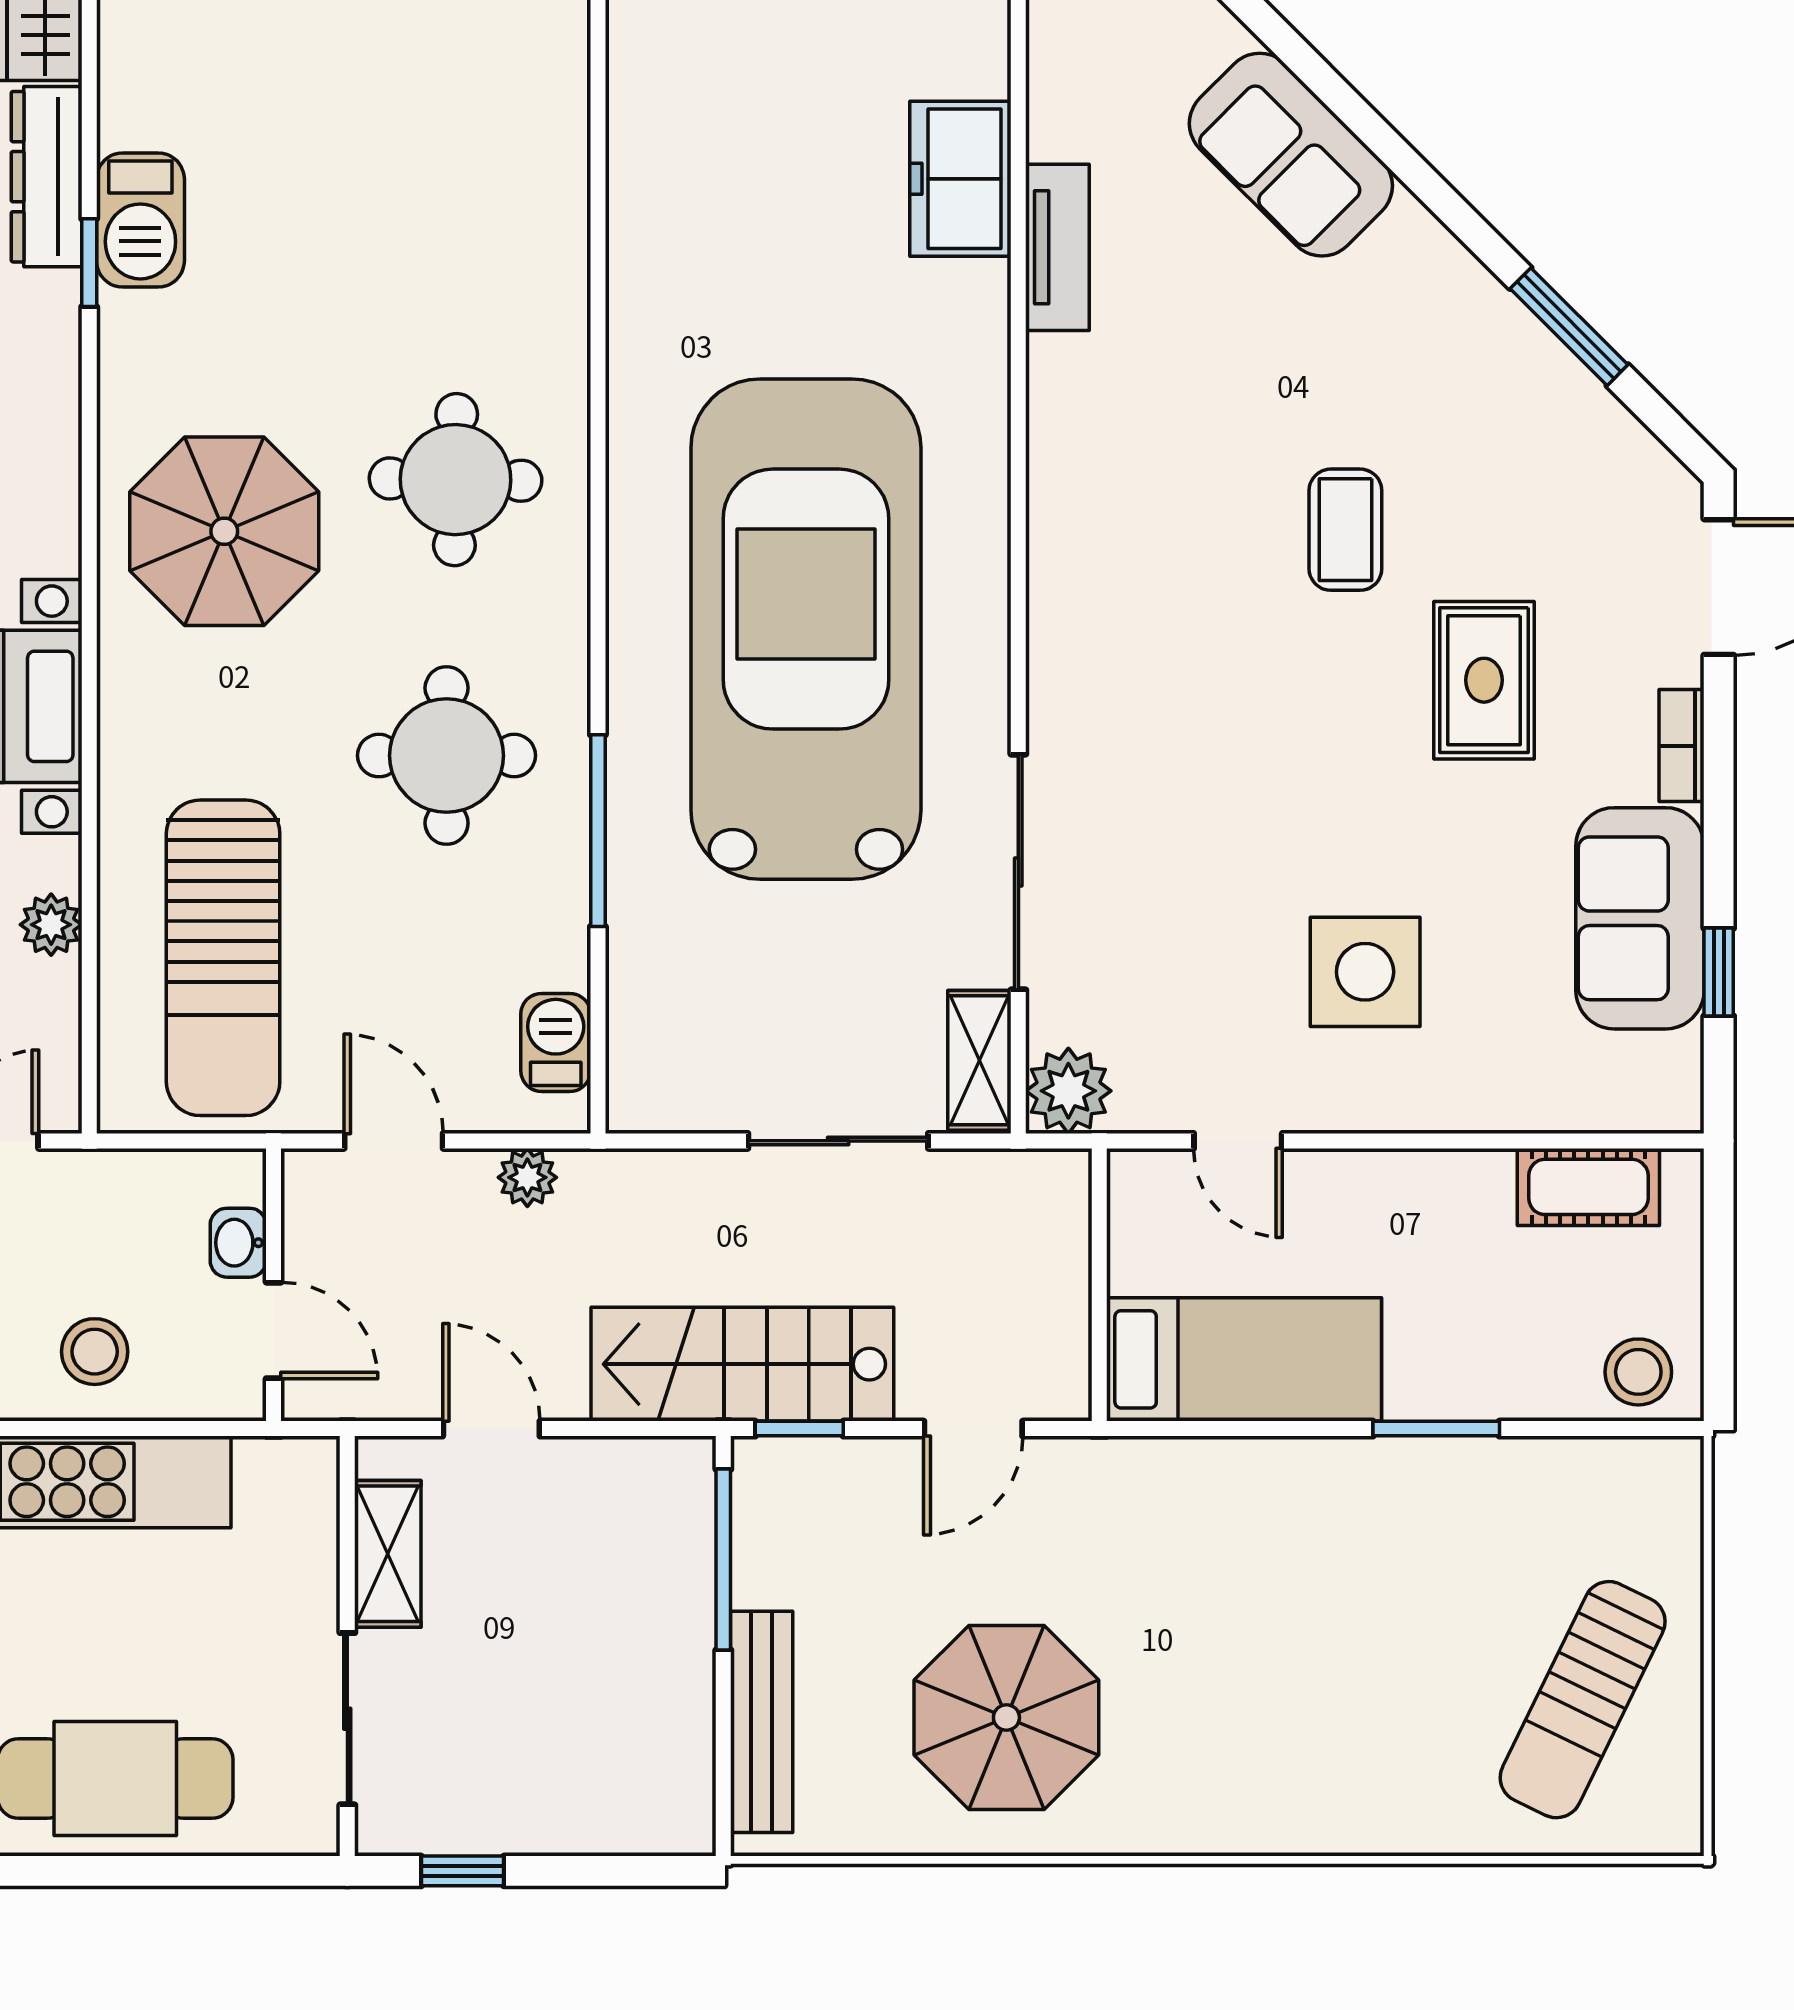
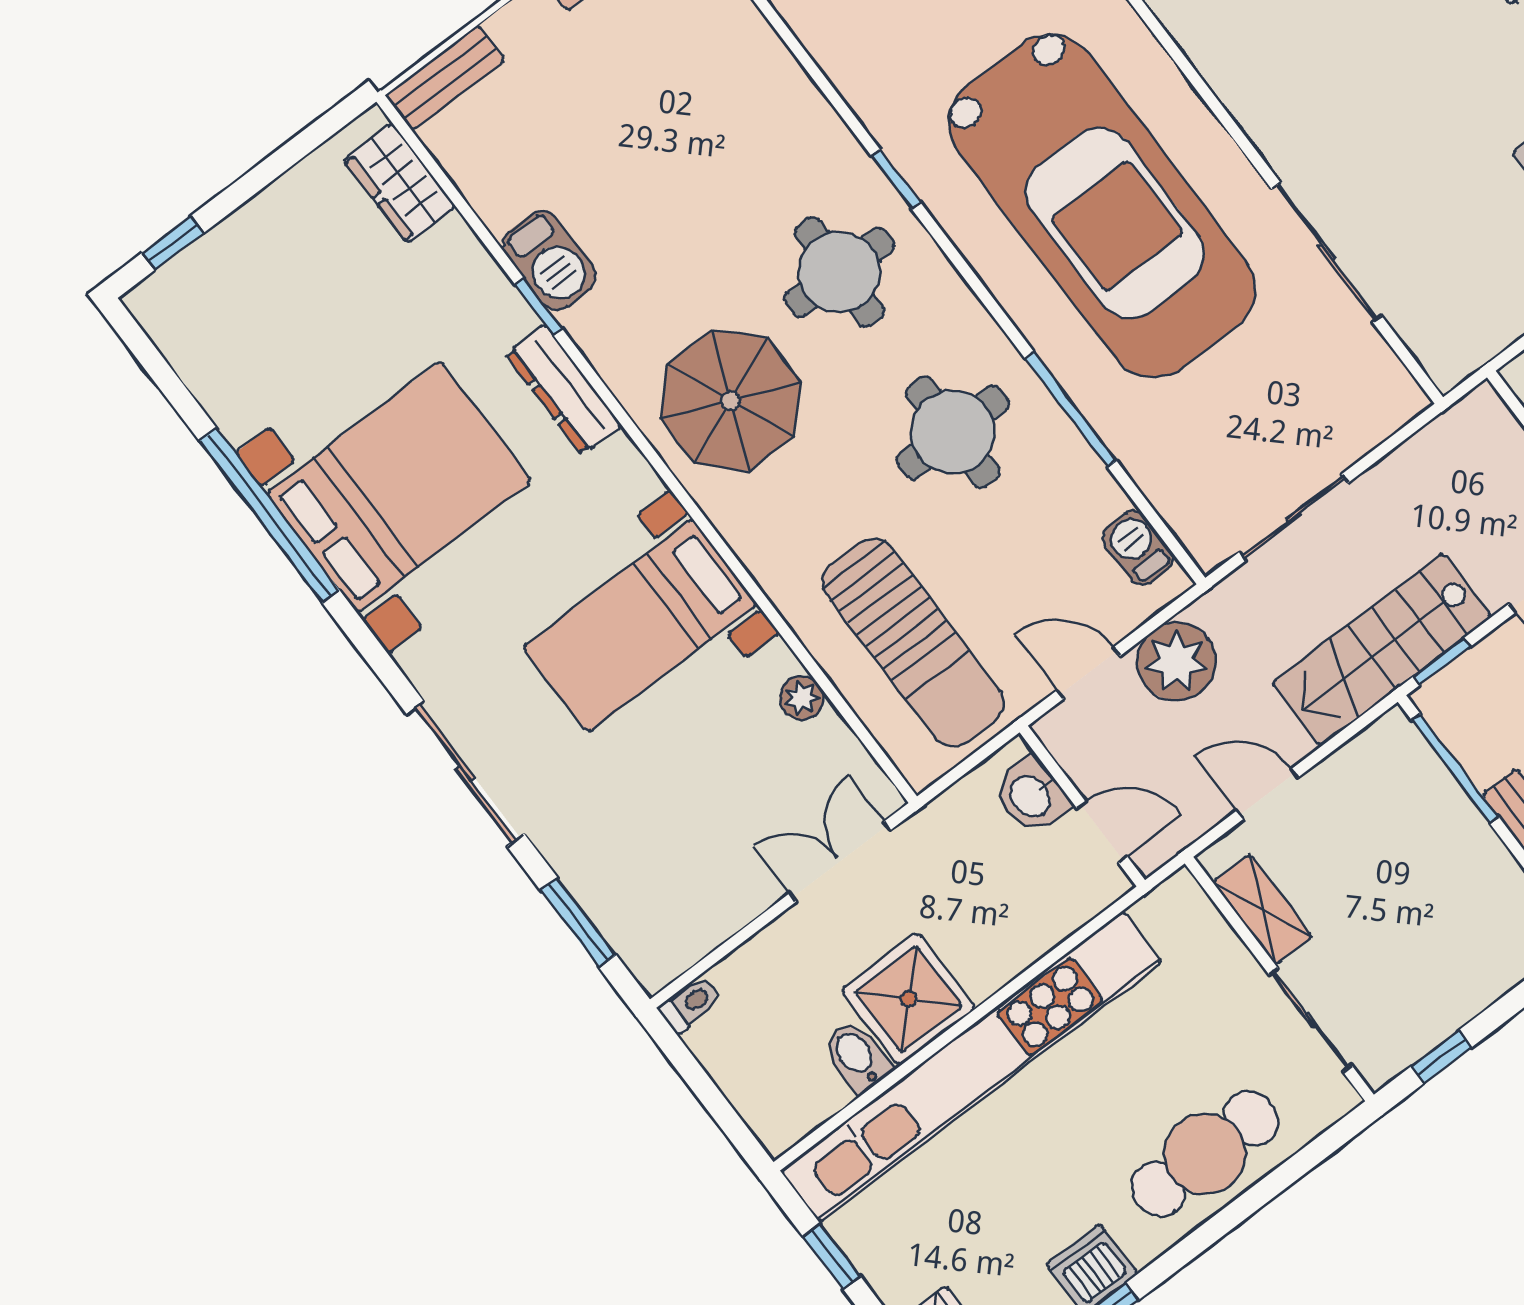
dresser: (47, 177) -> (563, 390), moved
window: (598, 424) -> (896, 179), added
car: (806, 629) -> (1102, 206), turned 180
shelving: (979, 1060) -> (1385, 376), removed
plant: (1068, 1091) -> (1449, 355), removed
sliding door: (838, 1141) -> (1294, 517), moved
plant: (527, 1177) -> (1176, 662), width x1.87, depth x1.87
washbasin: (238, 1243) -> (1031, 795), width x1.38, depth x1.45
stool: (95, 1352) -> (1010, 921), removed

